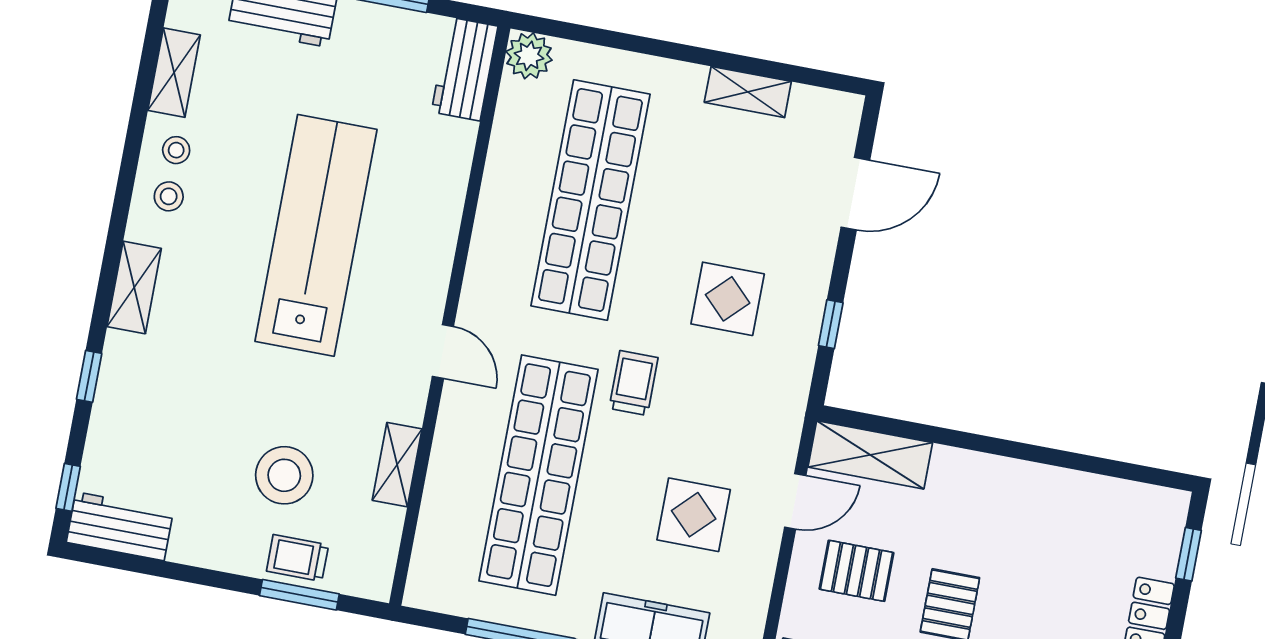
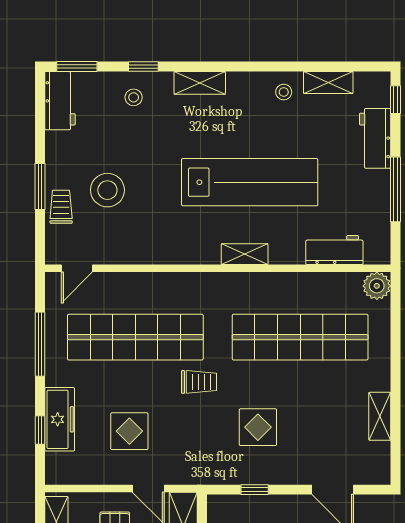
workbench: (465, 69) -> (334, 250), moved
stool: (169, 196) -> (134, 97), moved
door: (443, 351) -> (77, 268), moved
shelving: (397, 465) -> (245, 254), moved
window: (68, 487) -> (77, 66), width x1.50
window: (299, 595) -> (40, 186), moved

